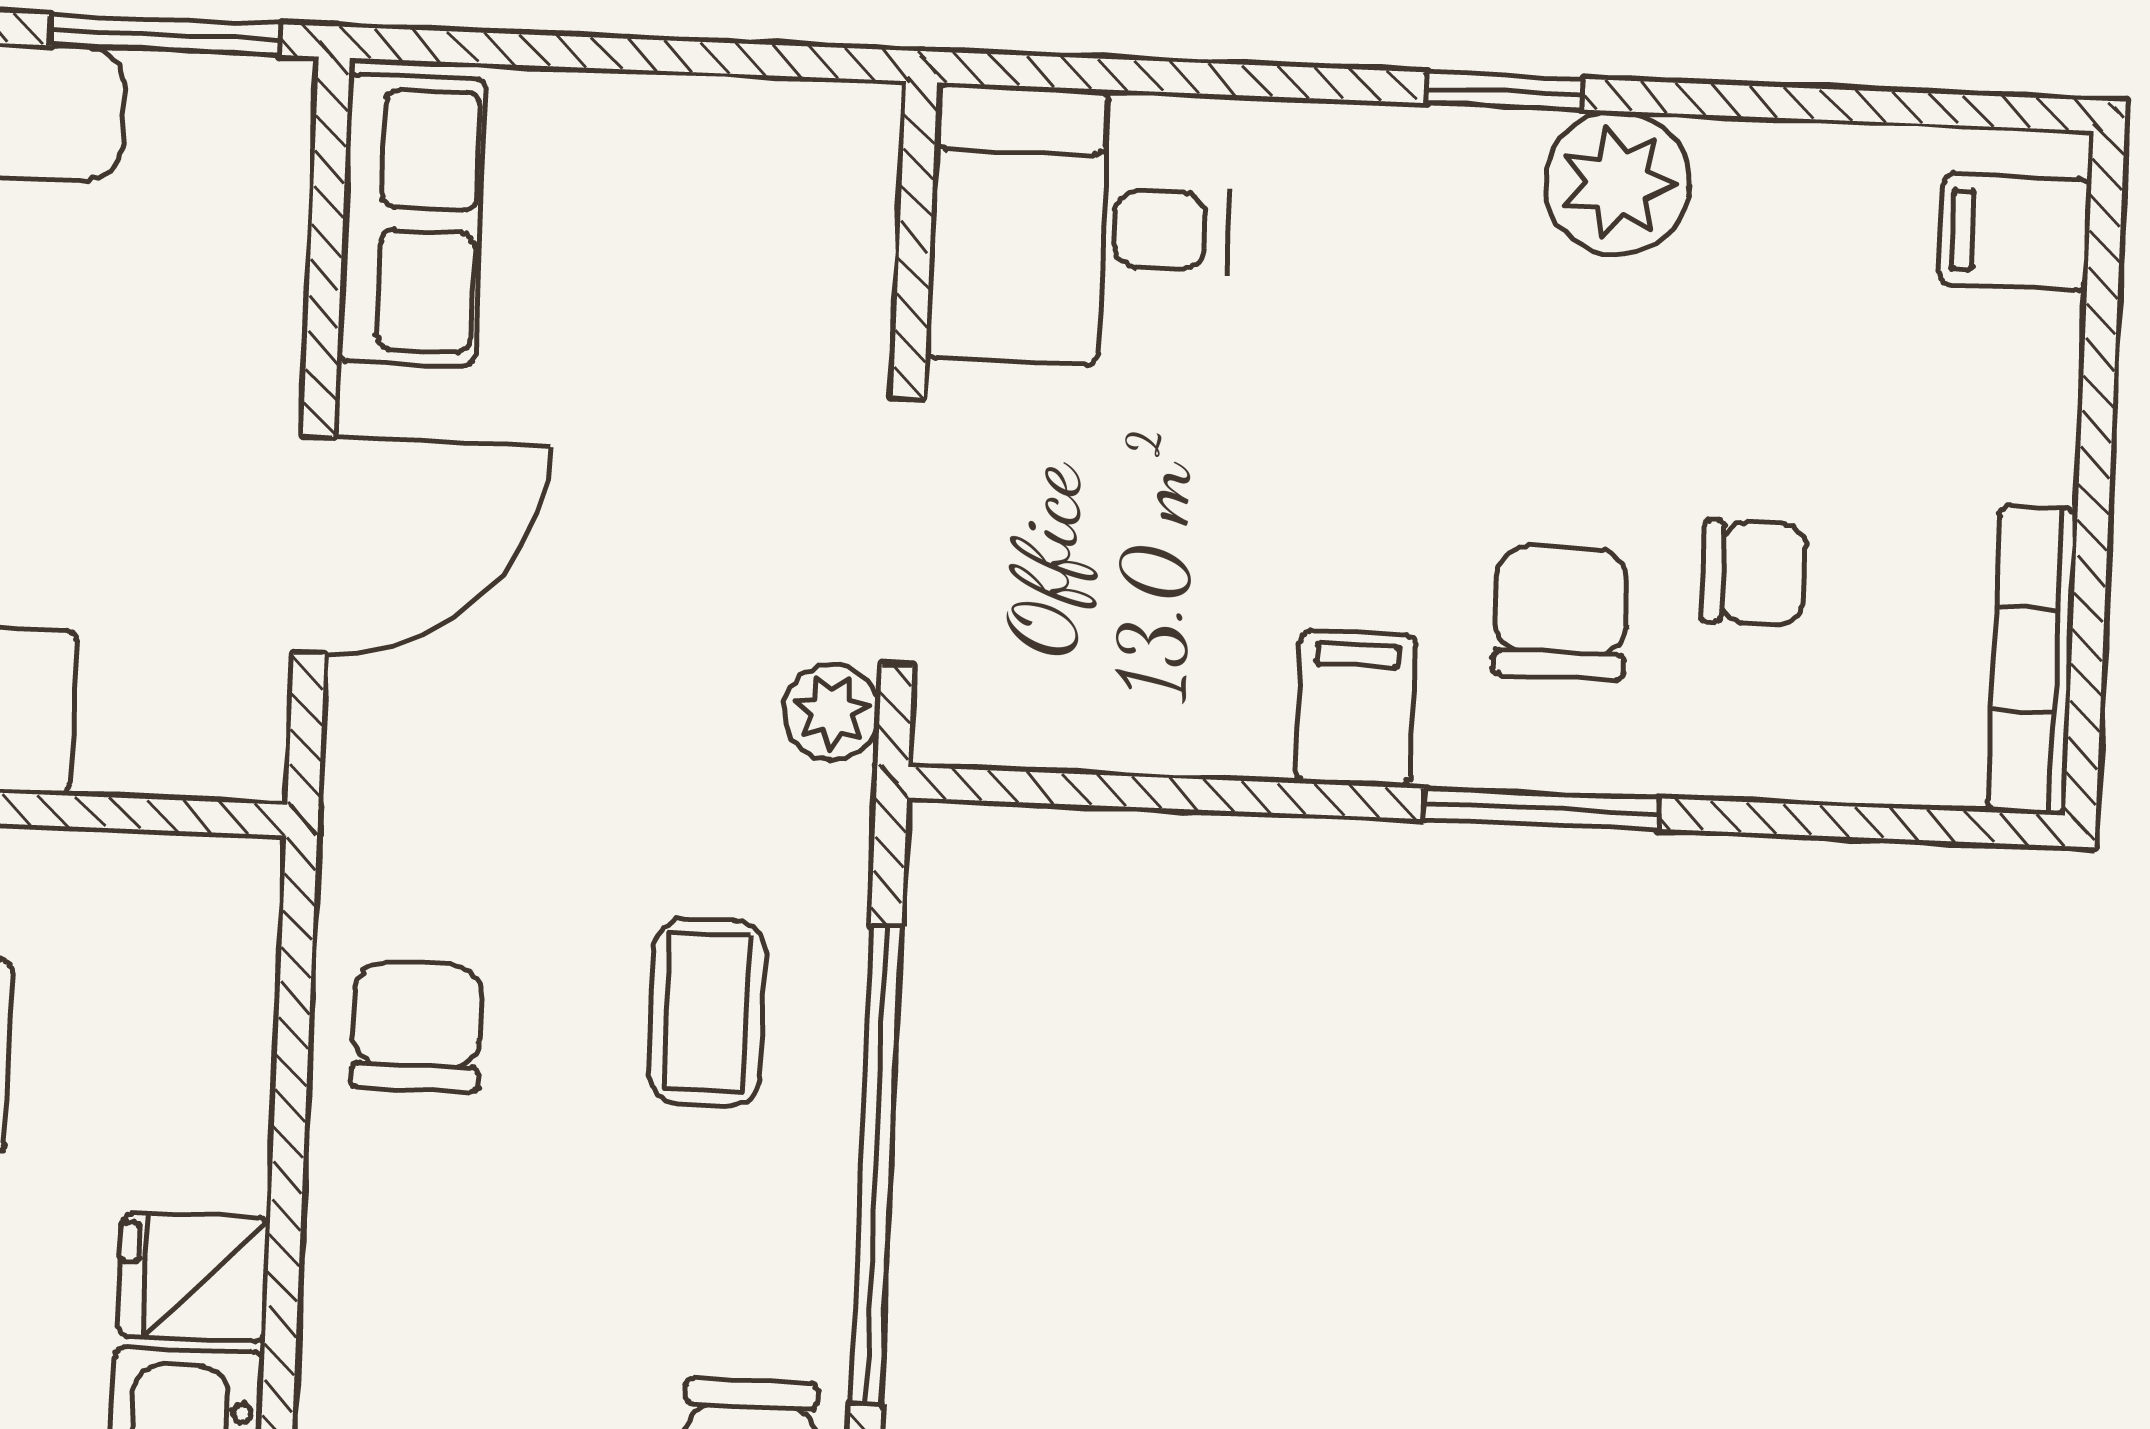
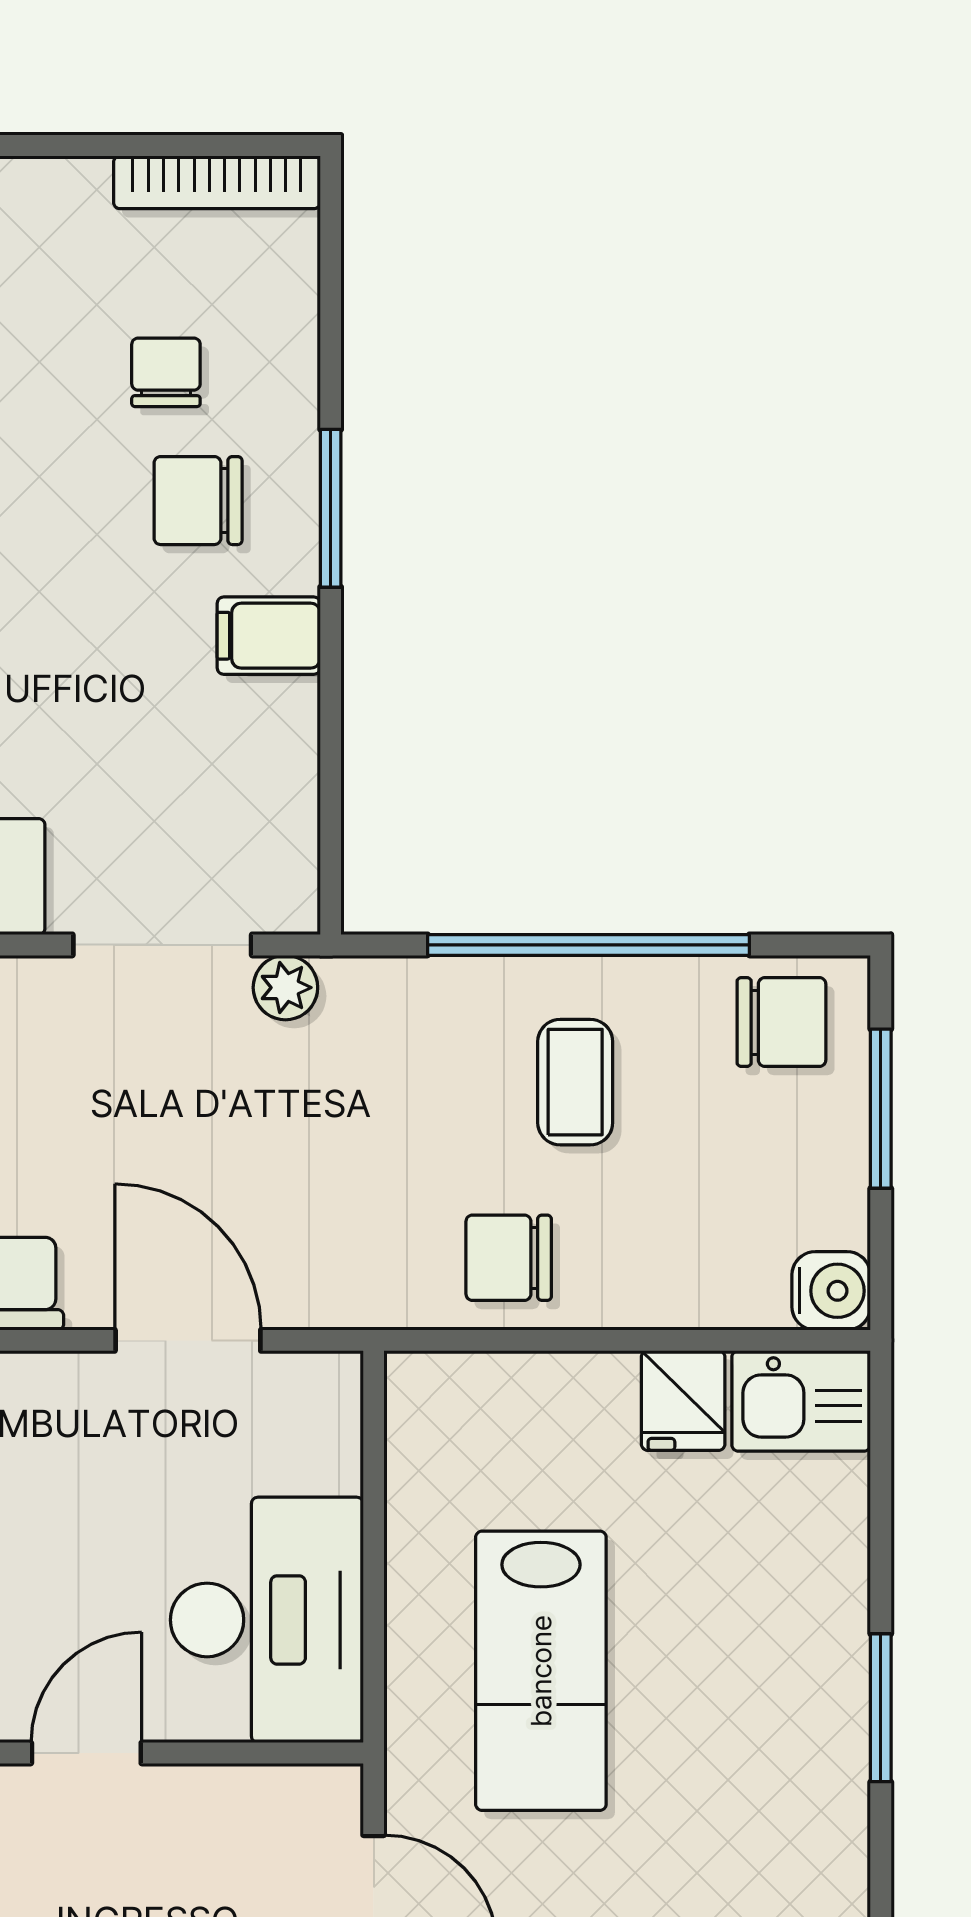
coffee table: (707, 1012) -> (575, 1082), moved, turned 90

